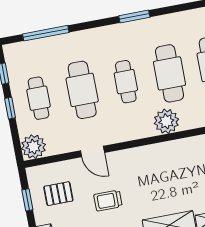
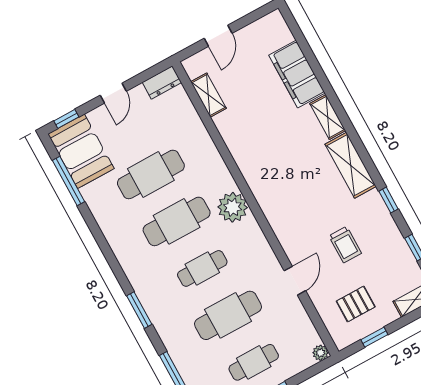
window: (134, 16) -> (139, 310), moved
plant: (33, 147) -> (320, 353), width x0.53, depth x0.53
pallet: (58, 194) -> (356, 304), turned 90

